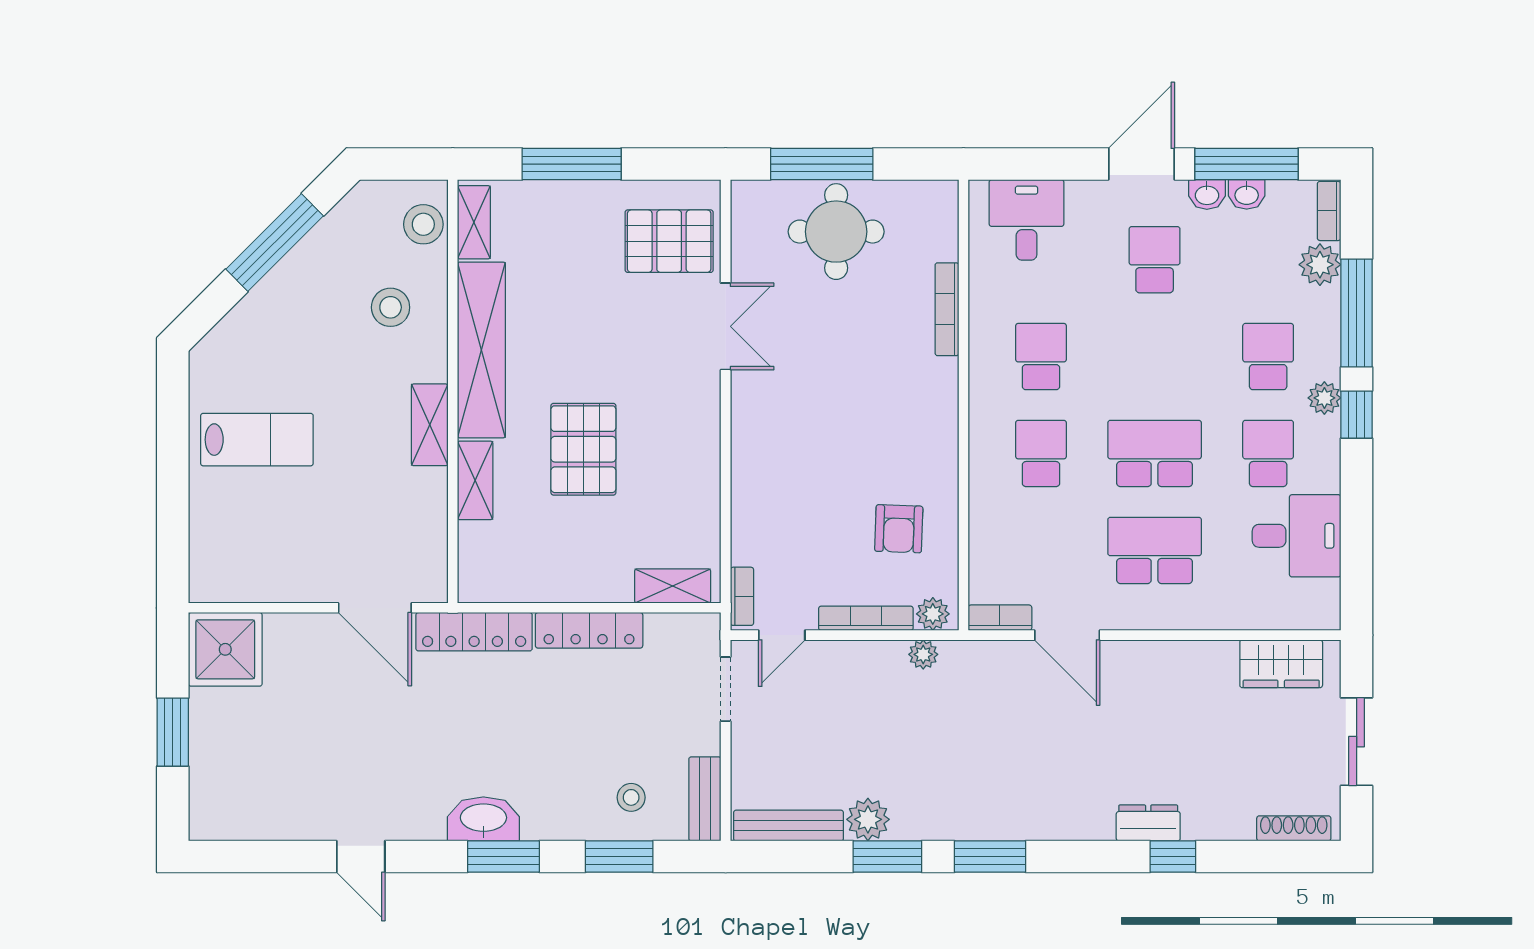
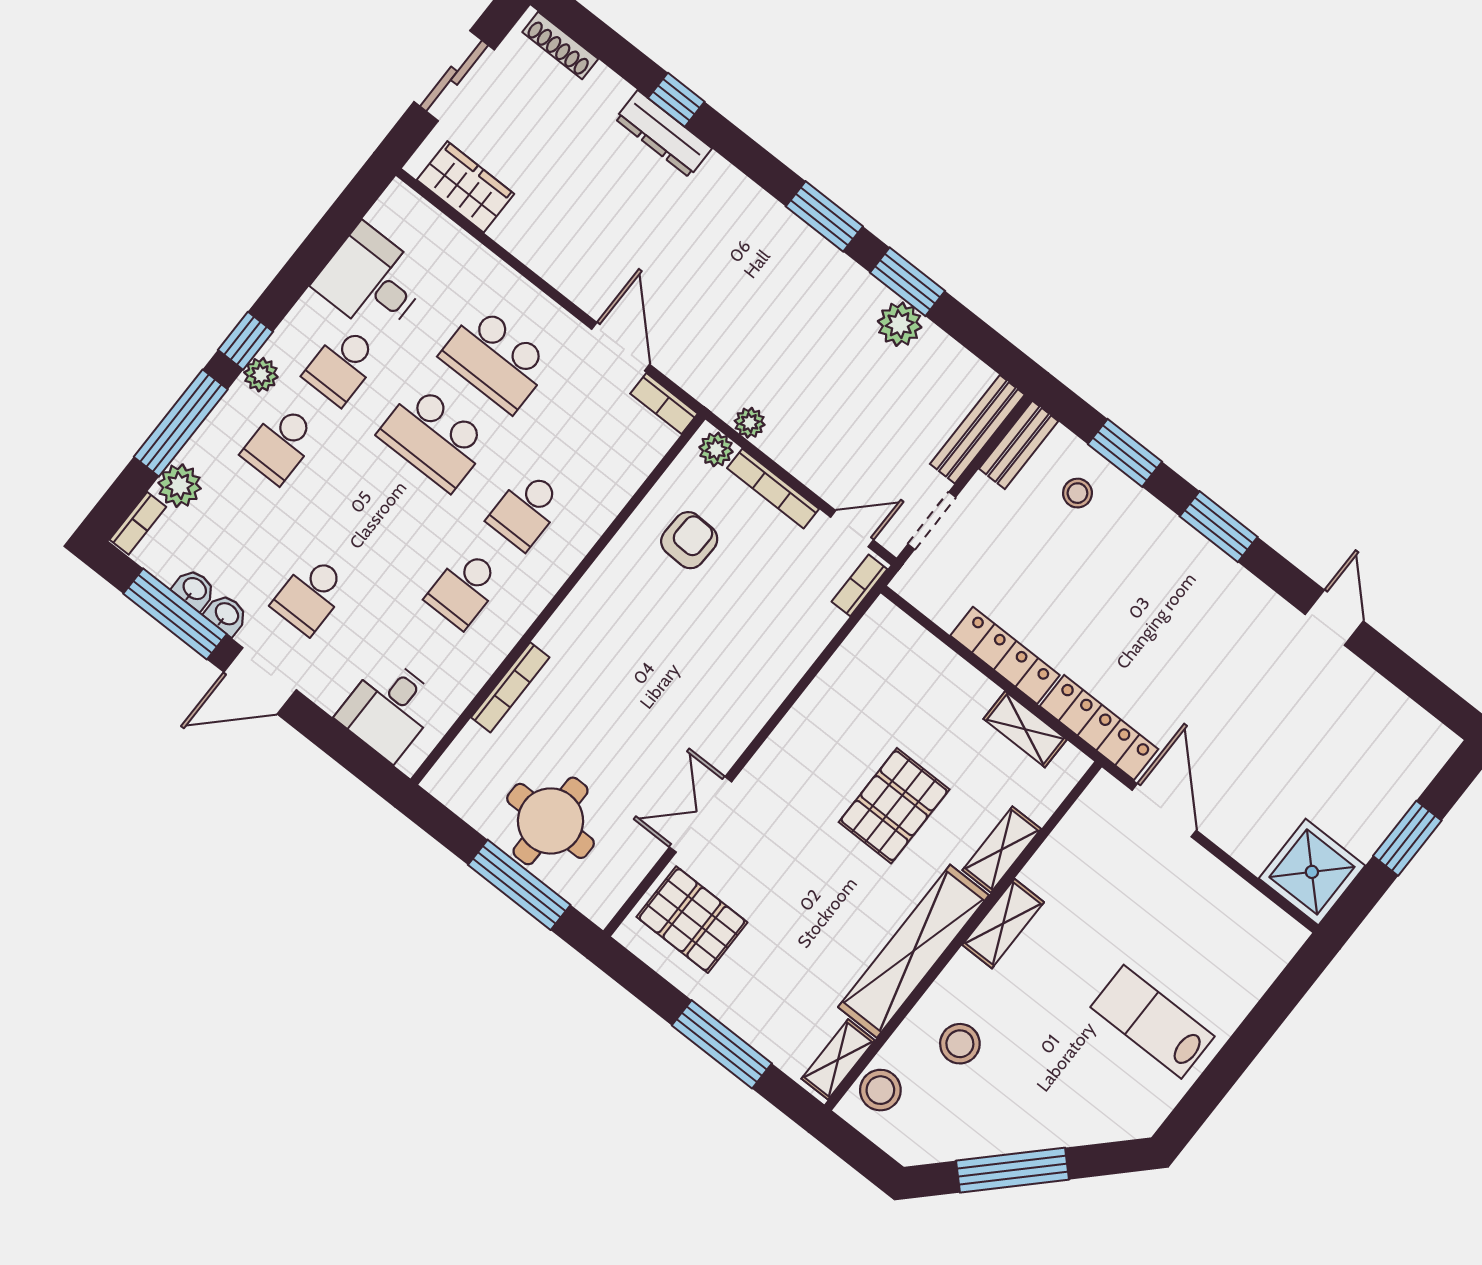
shelving: (673, 586) -> (1025, 729), moved
washbasin: (483, 819) -> (1211, 570), removed
dresser: (1148, 823) -> (663, 134), width x1.44
bench: (788, 826) -> (977, 429), moved, turned 90

